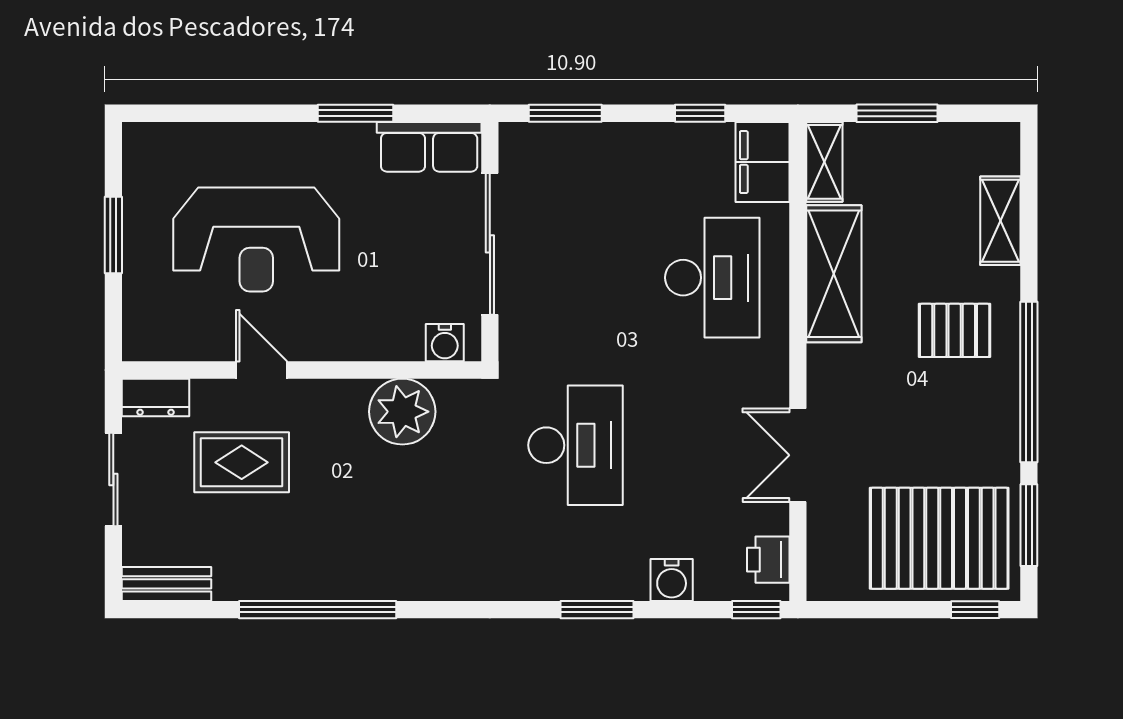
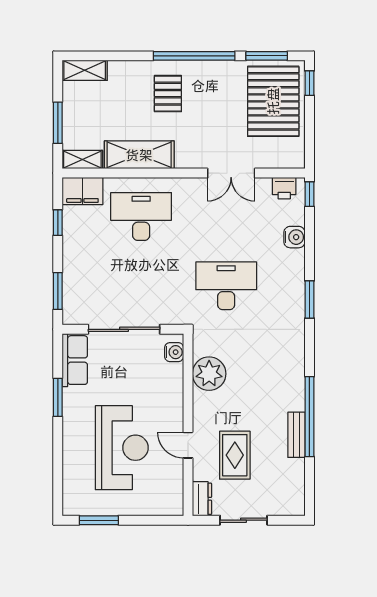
shelving: (1000, 221) -> (85, 70), moved
window: (113, 235) -> (99, 520), moved
door: (262, 370) -> (188, 445), hinge flipped
bench: (167, 584) -> (296, 435), moved
window: (597, 610) -> (309, 299), moved

